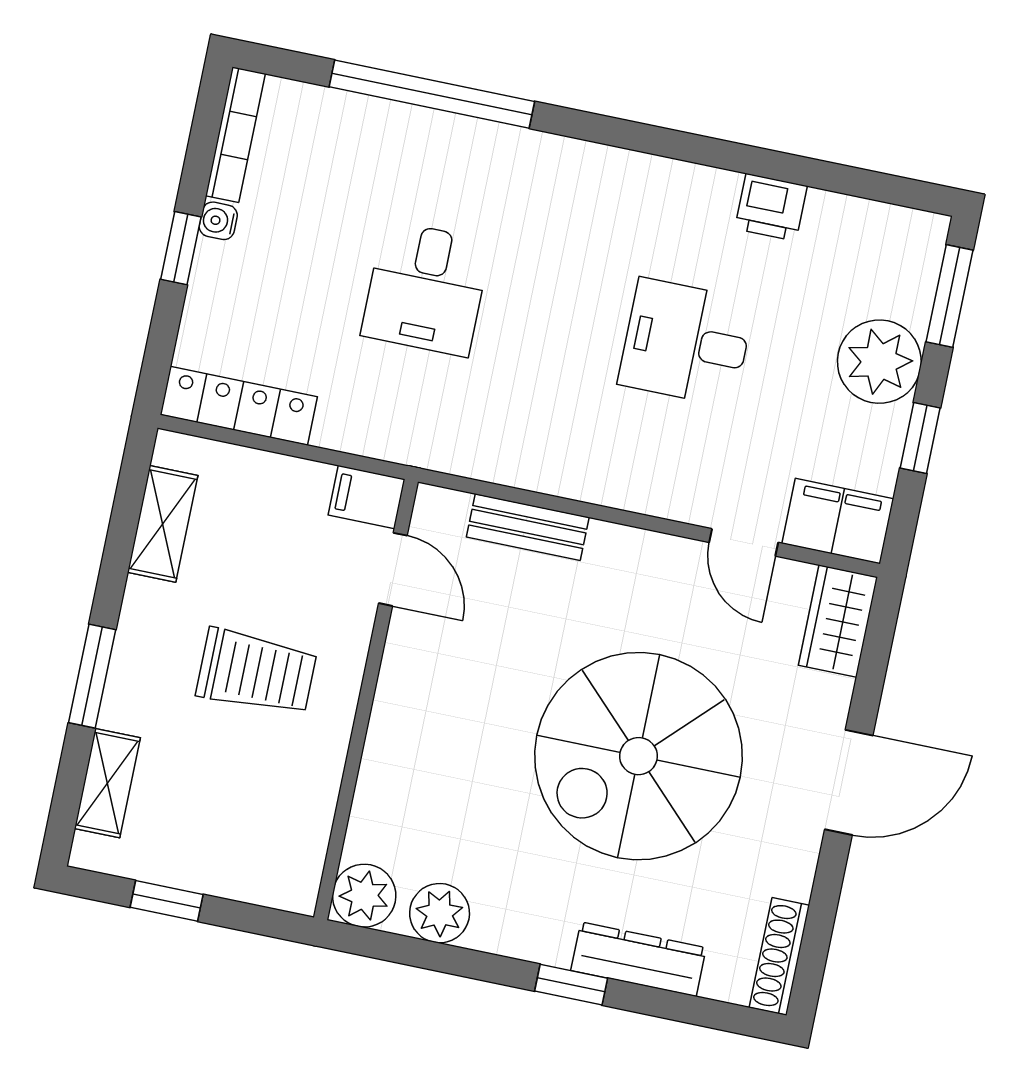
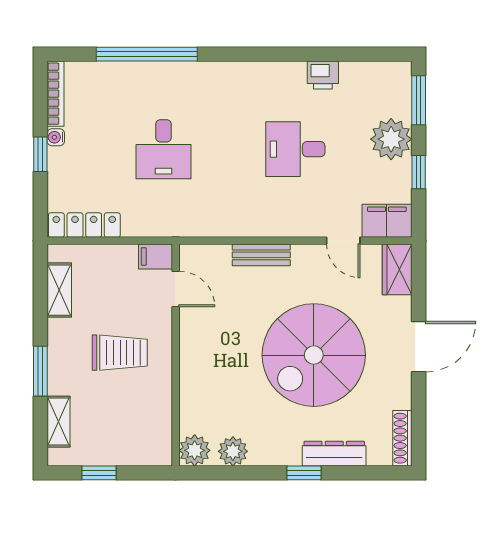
bench: (528, 527) -> (261, 255), moved

